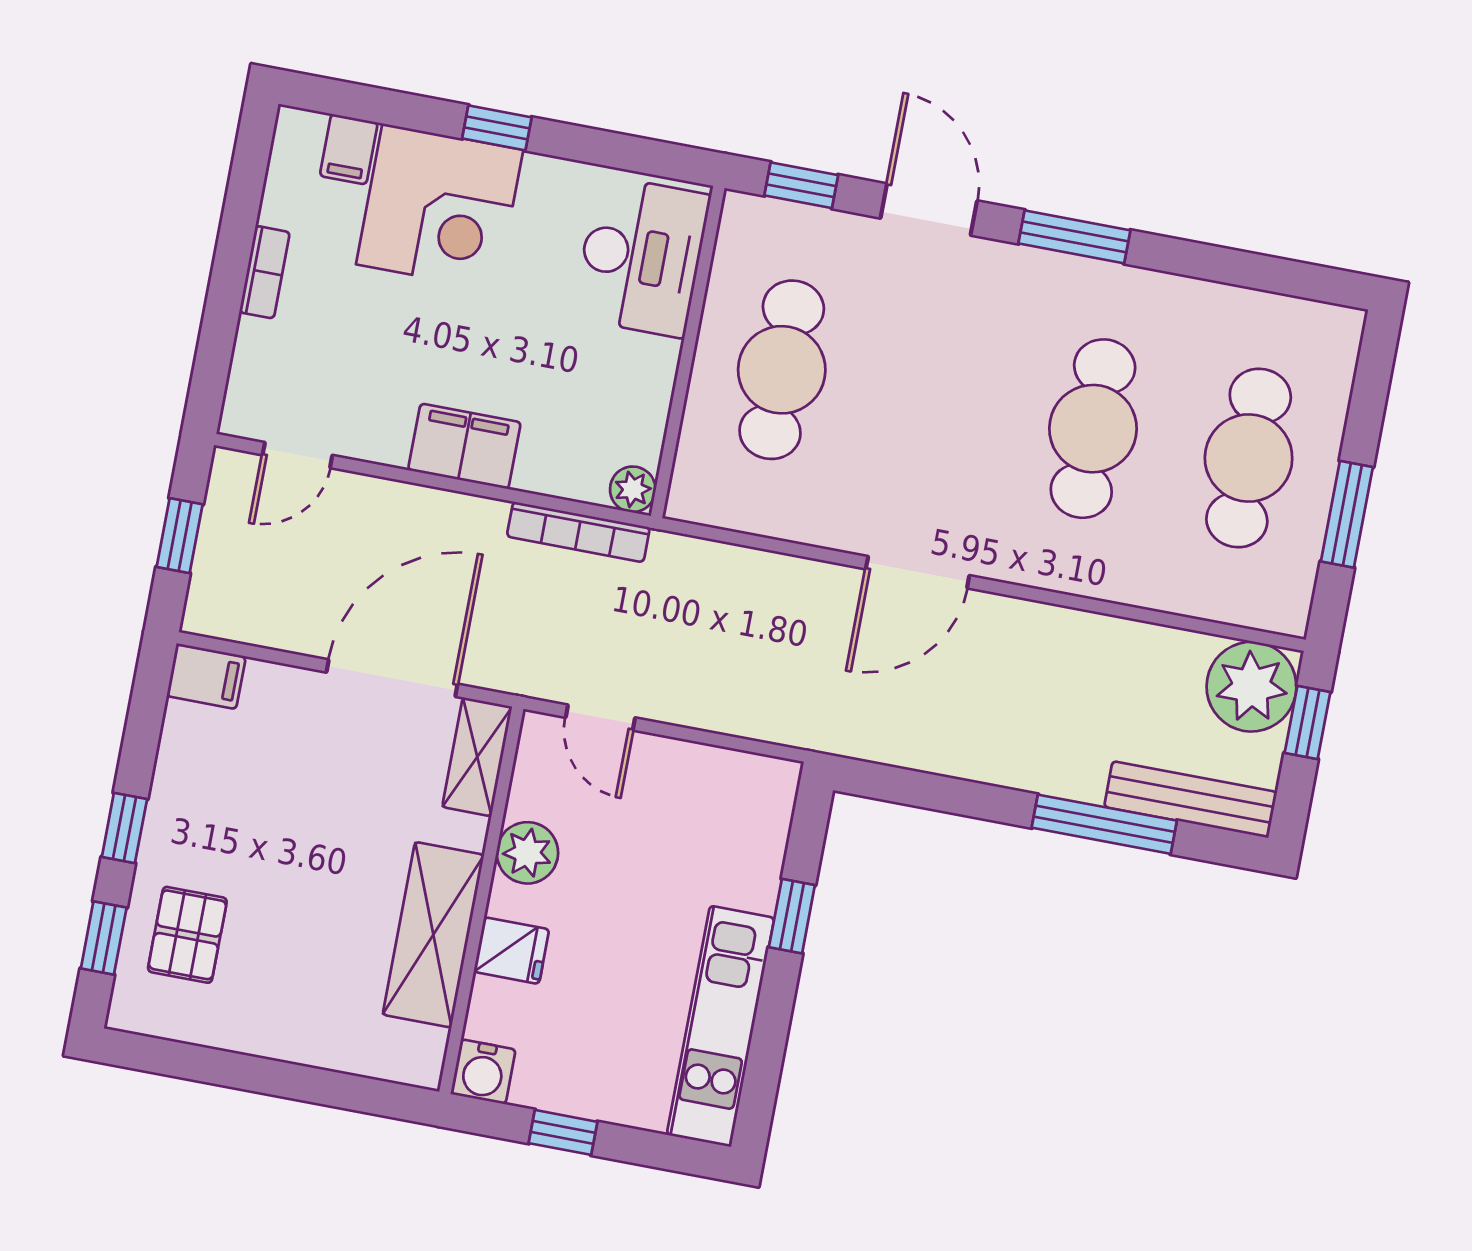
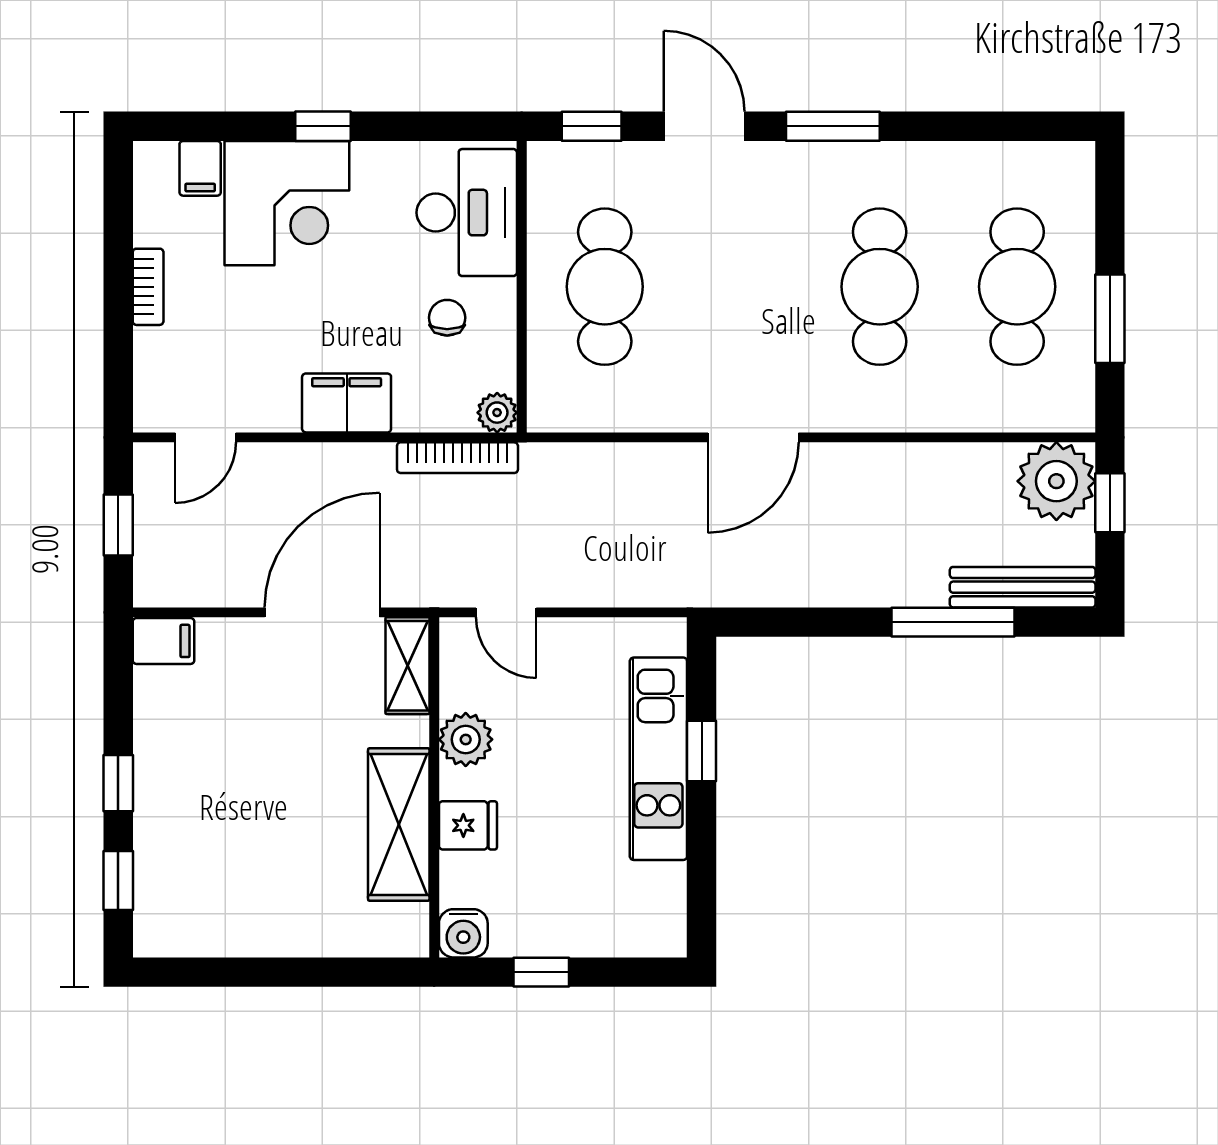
chair: (597, 371) -> (447, 318), added
pallet: (187, 935) -> (189, 864), removed
kitchen unit: (721, 1026) -> (658, 759), moved

